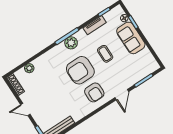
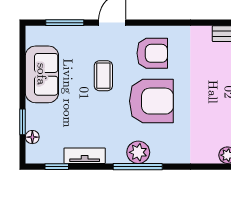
sofa: (131, 38) -> (42, 74), moved
coffee table: (105, 54) -> (103, 76), moved
armchair: (94, 92) -> (152, 53), turned 90

